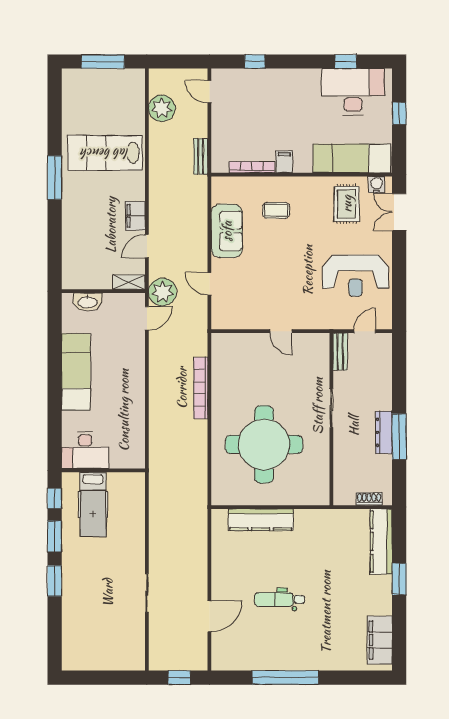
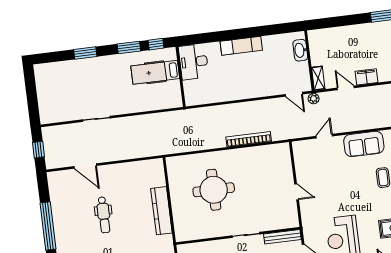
plant: (162, 292) -> (314, 99), width x0.53, depth x0.53
door: (281, 331) -> (297, 192), swing flipped
bench: (340, 352) -> (282, 237), width x1.36
exam couch: (76, 372) -> (241, 46), width x0.73, depth x0.69
round table: (264, 444) -> (214, 190), width x0.73, depth x0.73
kitchen counter: (261, 520) -> (161, 211), moved
window: (55, 581) -> (85, 53), moved
dental chair: (280, 599) -> (104, 215), turned 180

